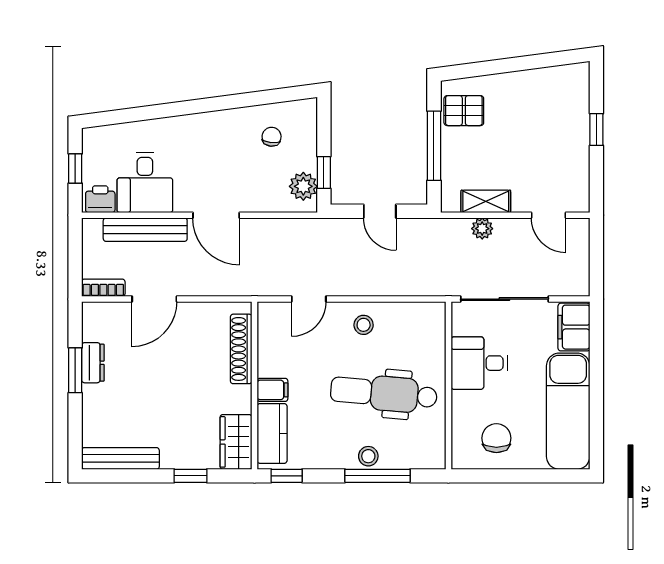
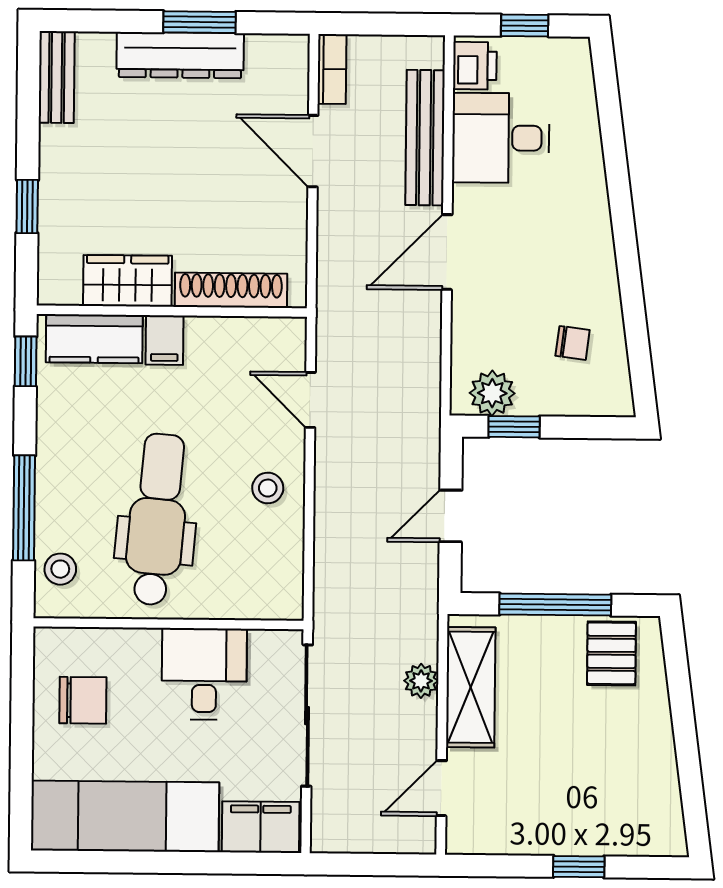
shelving: (486, 201) -> (471, 687), width x1.50, depth x1.33
dresser: (93, 363) -> (180, 55), width x1.96, depth x1.24
wardrobe: (236, 442) -> (128, 281), moved
stool: (368, 456) -> (60, 569), moved
bench: (120, 458) -> (57, 77), width x0.73

